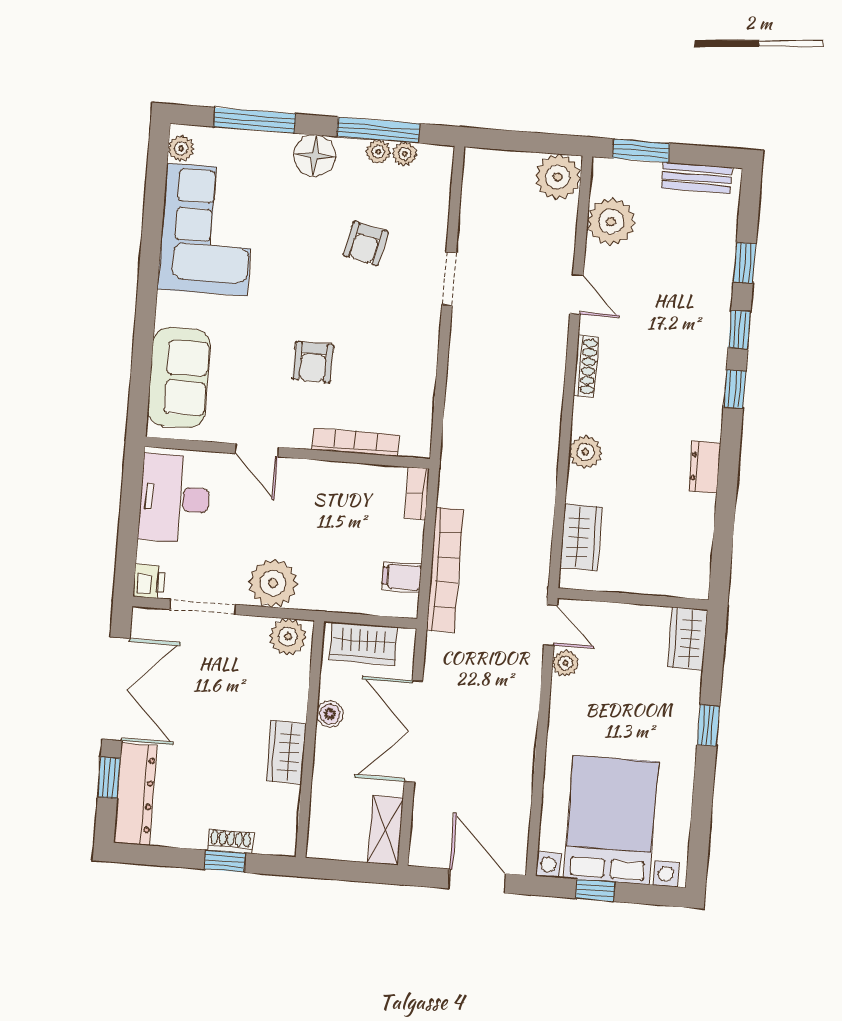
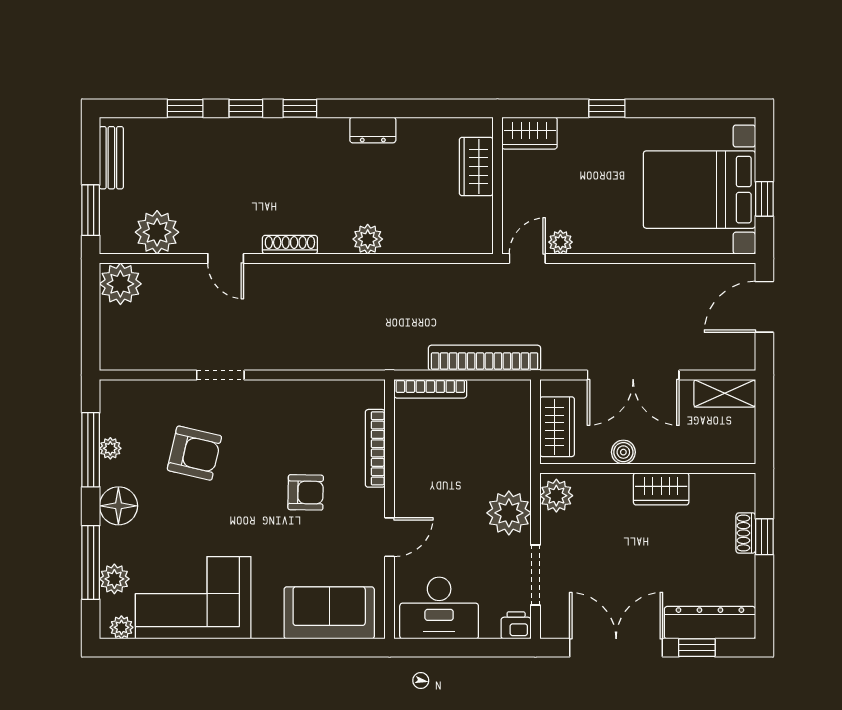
plant: (405, 154) -> (114, 579), moved, width x1.38, depth x1.38
armchair: (366, 243) -> (194, 453), width x1.38, depth x1.38
door: (576, 295) -> (226, 258), swing flipped
bookcase: (417, 493) -> (430, 389), width x1.56
wardrobe: (581, 537) -> (476, 166), moved, turned -90
filing cabinet: (402, 577) -> (494, 397), removed

